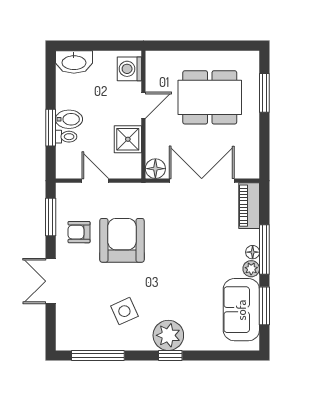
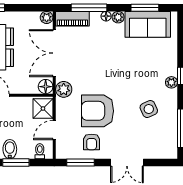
toilet: (66, 137) -> (40, 151), moved
shower: (128, 139) -> (43, 109), moved
plant: (251, 170) -> (47, 17), added
plant: (152, 194) -> (64, 89), added
window: (264, 249) -> (89, 8), moved
plant: (168, 335) -> (171, 82), width x0.53, depth x0.53

